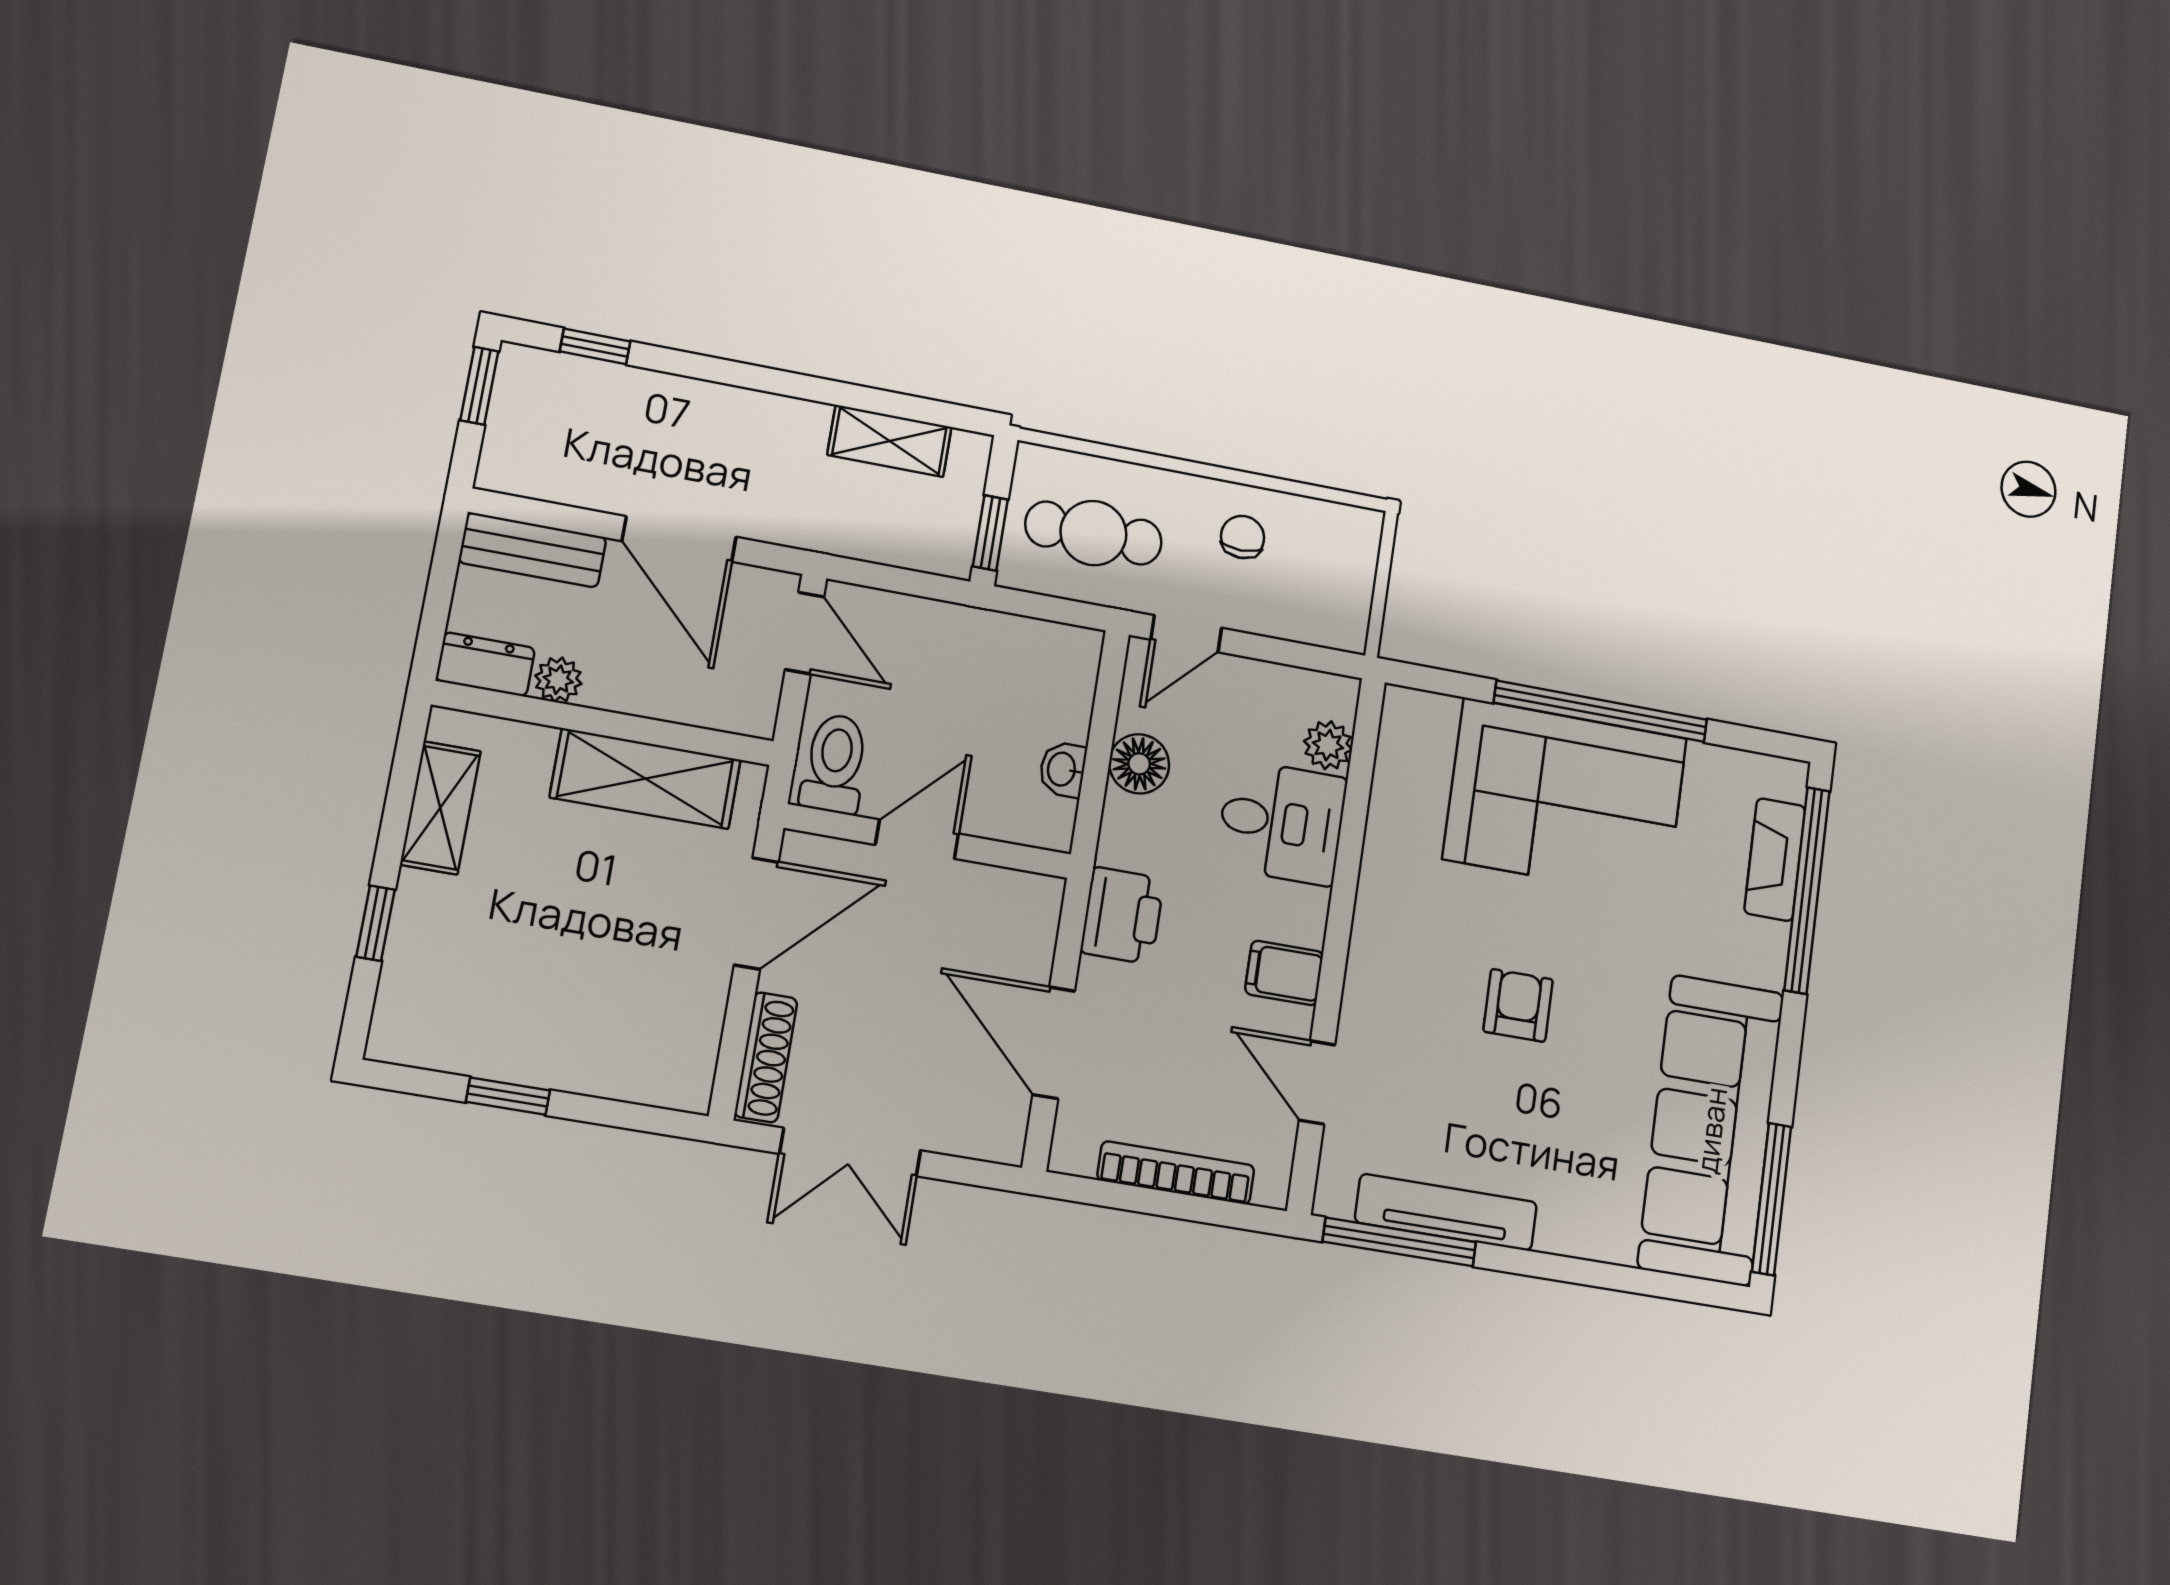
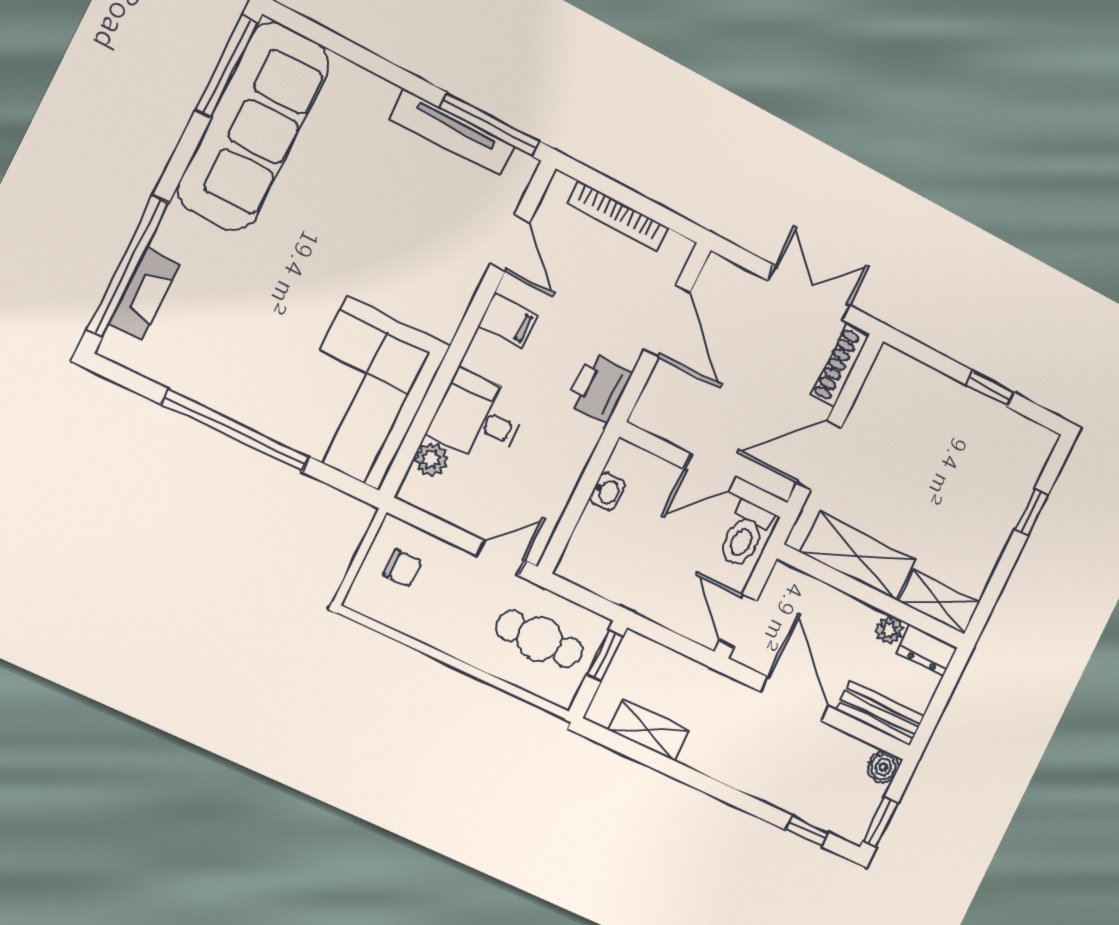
boiler: (501, 469) -> (883, 767), added
chair: (1243, 537) -> (403, 568), moved, turned -90
floor lamp: (1139, 764) -> (558, 482), removed
corner sofa: (1565, 798) -> (363, 393), moved, turned -90
shelving: (440, 808) -> (939, 602), moved, turned 90
armchair: (1518, 1005) -> (360, 251), removed

